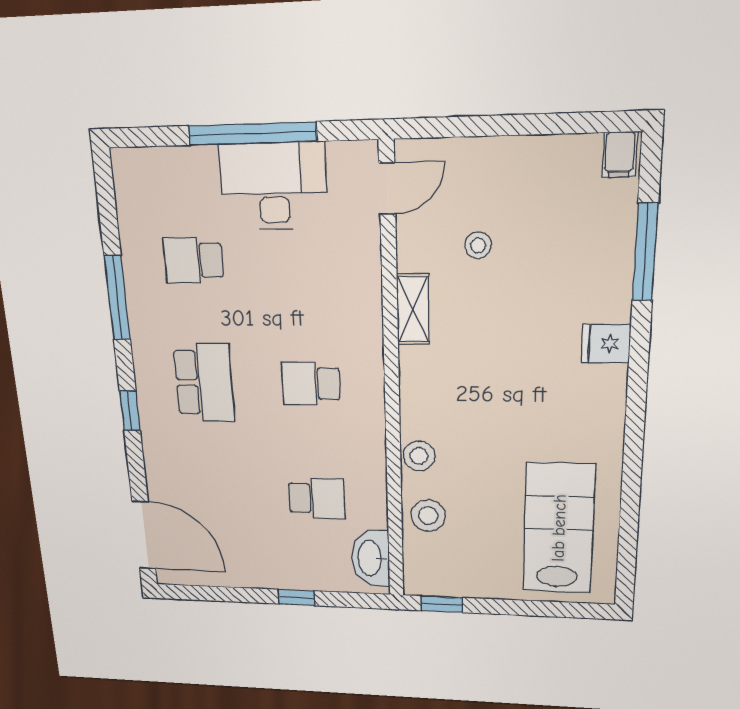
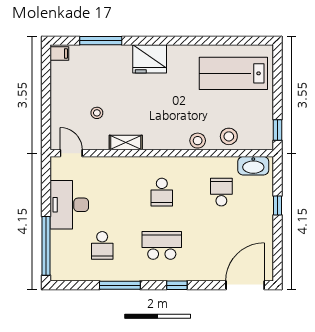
window: (252, 133) -> (46, 246), moved
fridge: (606, 344) -> (150, 59), width x1.88, depth x1.34

